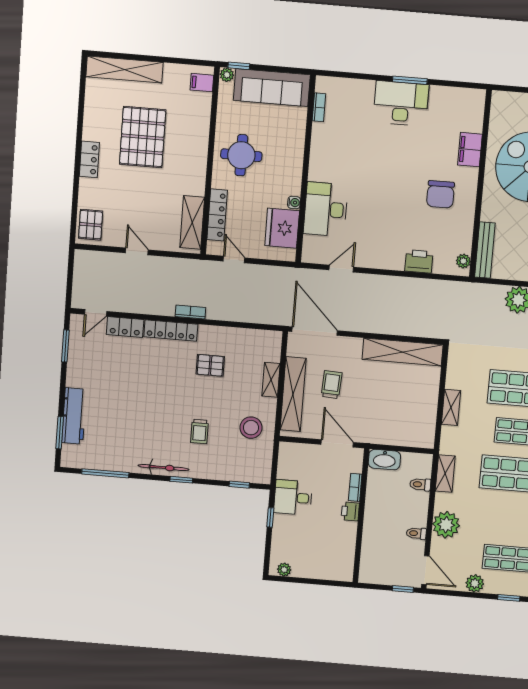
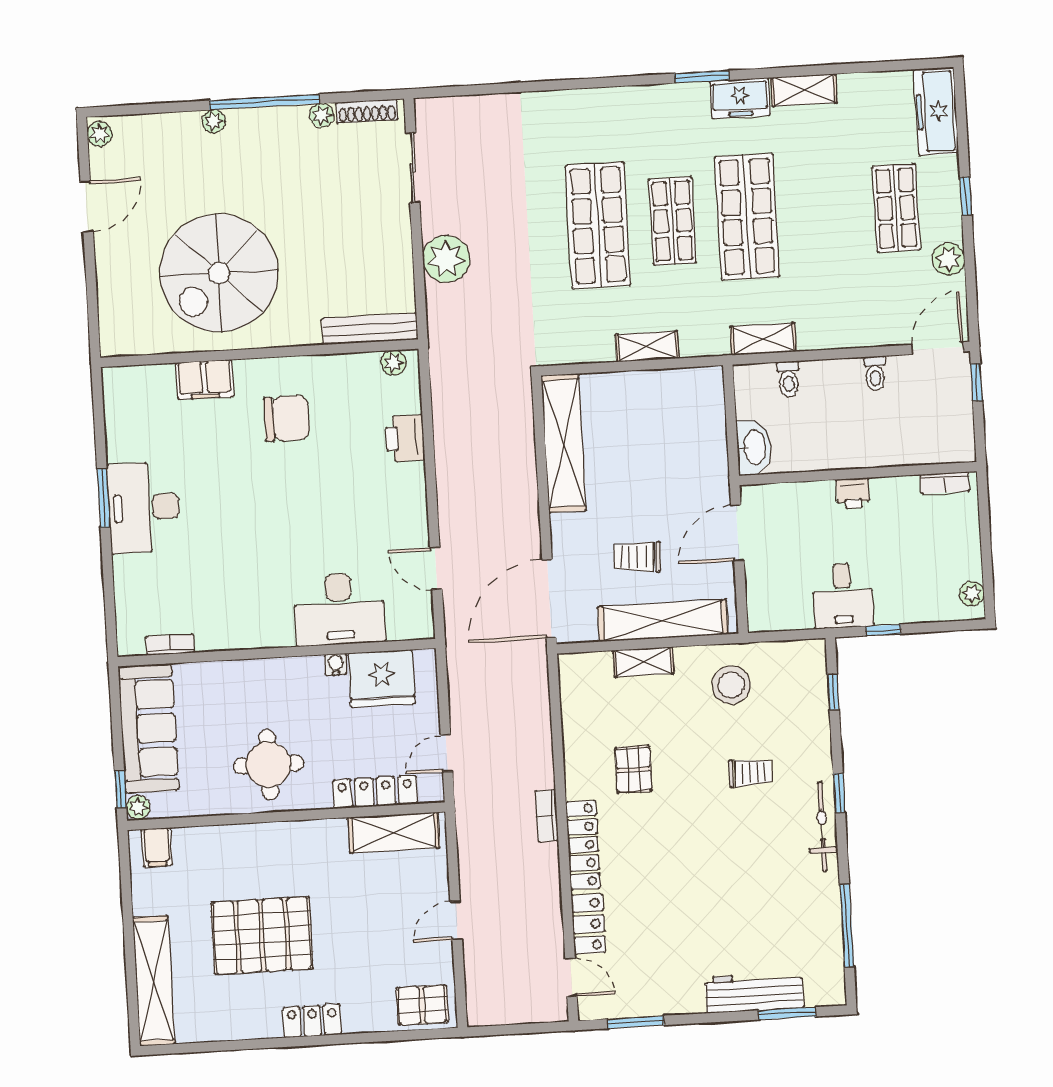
bookcase: (355, 487) -> (945, 483), moved
plant: (446, 525) -> (853, 324), removed

